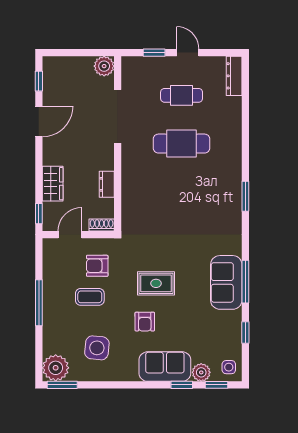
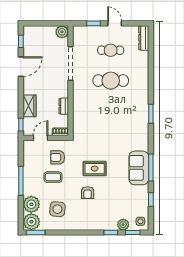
plant: (56, 340) -> (31, 204), added
sofa: (165, 367) -> (100, 221), removed

